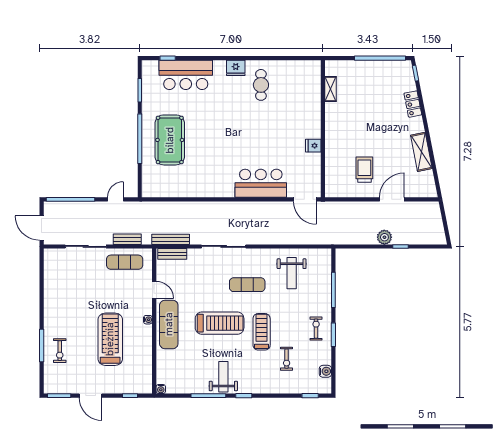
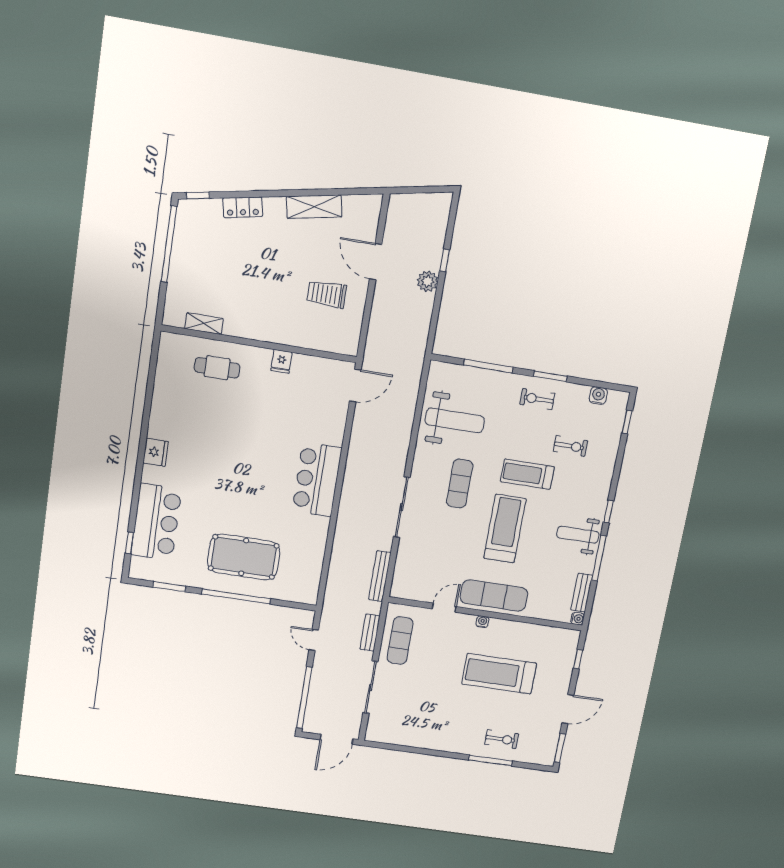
cafe table: (261, 85) -> (217, 368), moved
bar counter: (261, 183) -> (317, 480), moved
bench: (172, 254) -> (582, 593), moved
weight bench: (292, 273) -> (455, 420), width x1.36, depth x1.33

